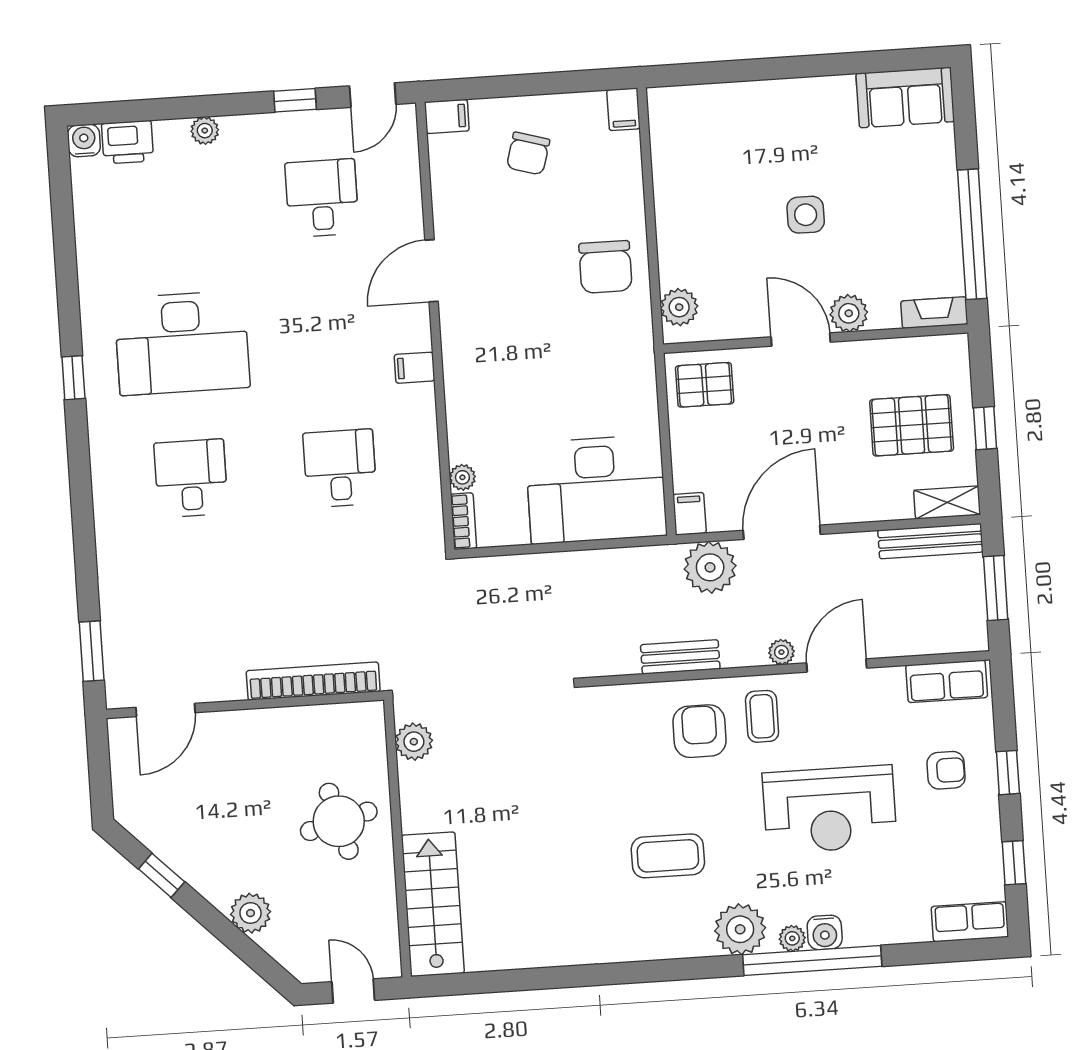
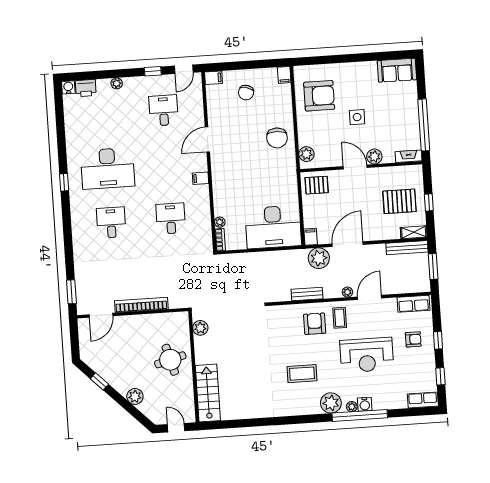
armchair: (711, 161) -> (319, 96), added
bookcase: (313, 681) -> (141, 305), moved

